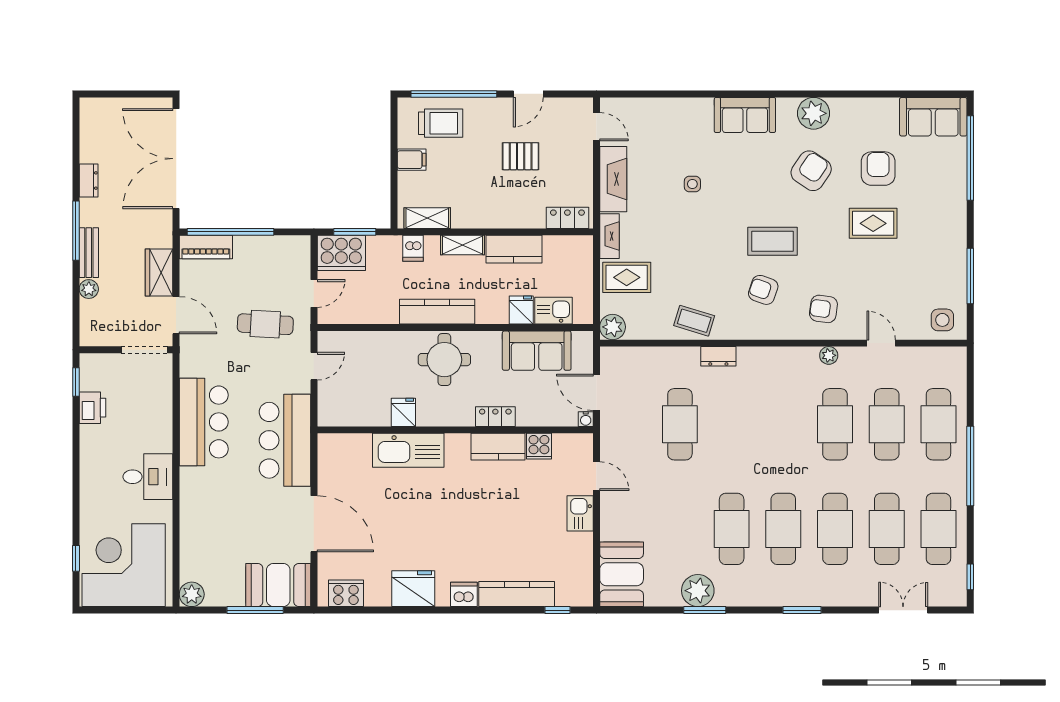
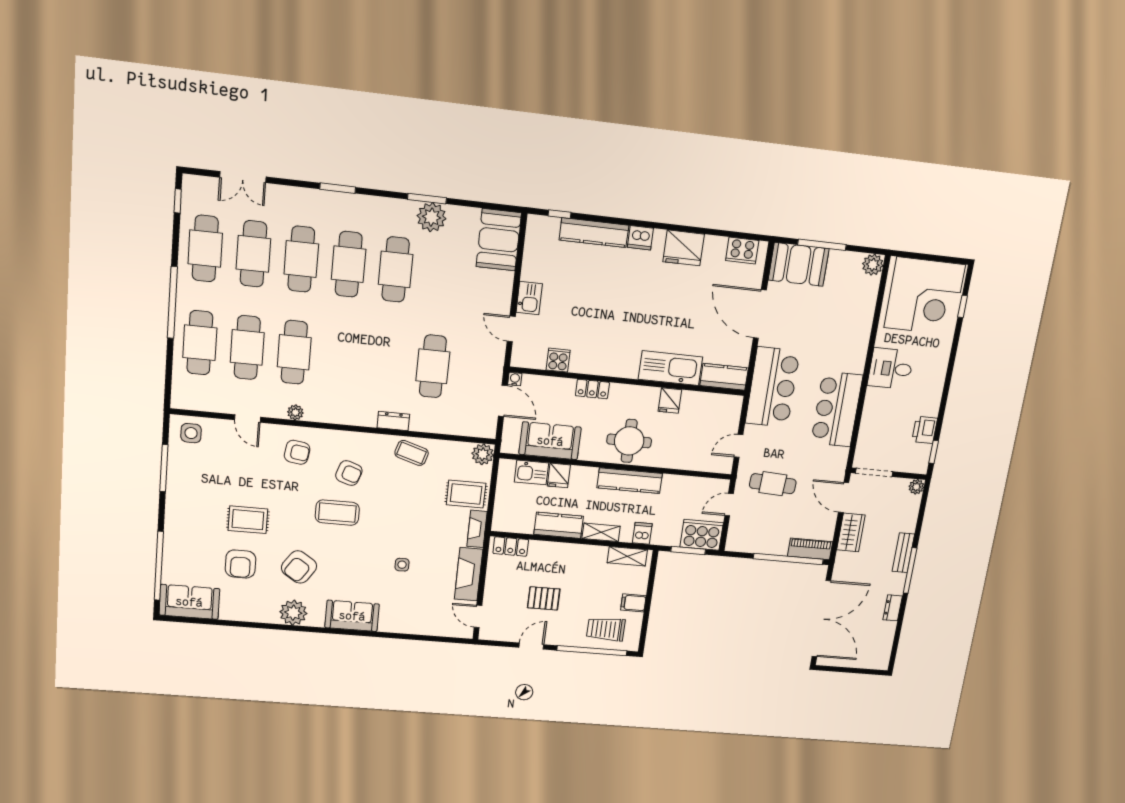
plant: (89, 289) -> (916, 487), moved
kitchen counter: (498, 447) -> (724, 377), moved

